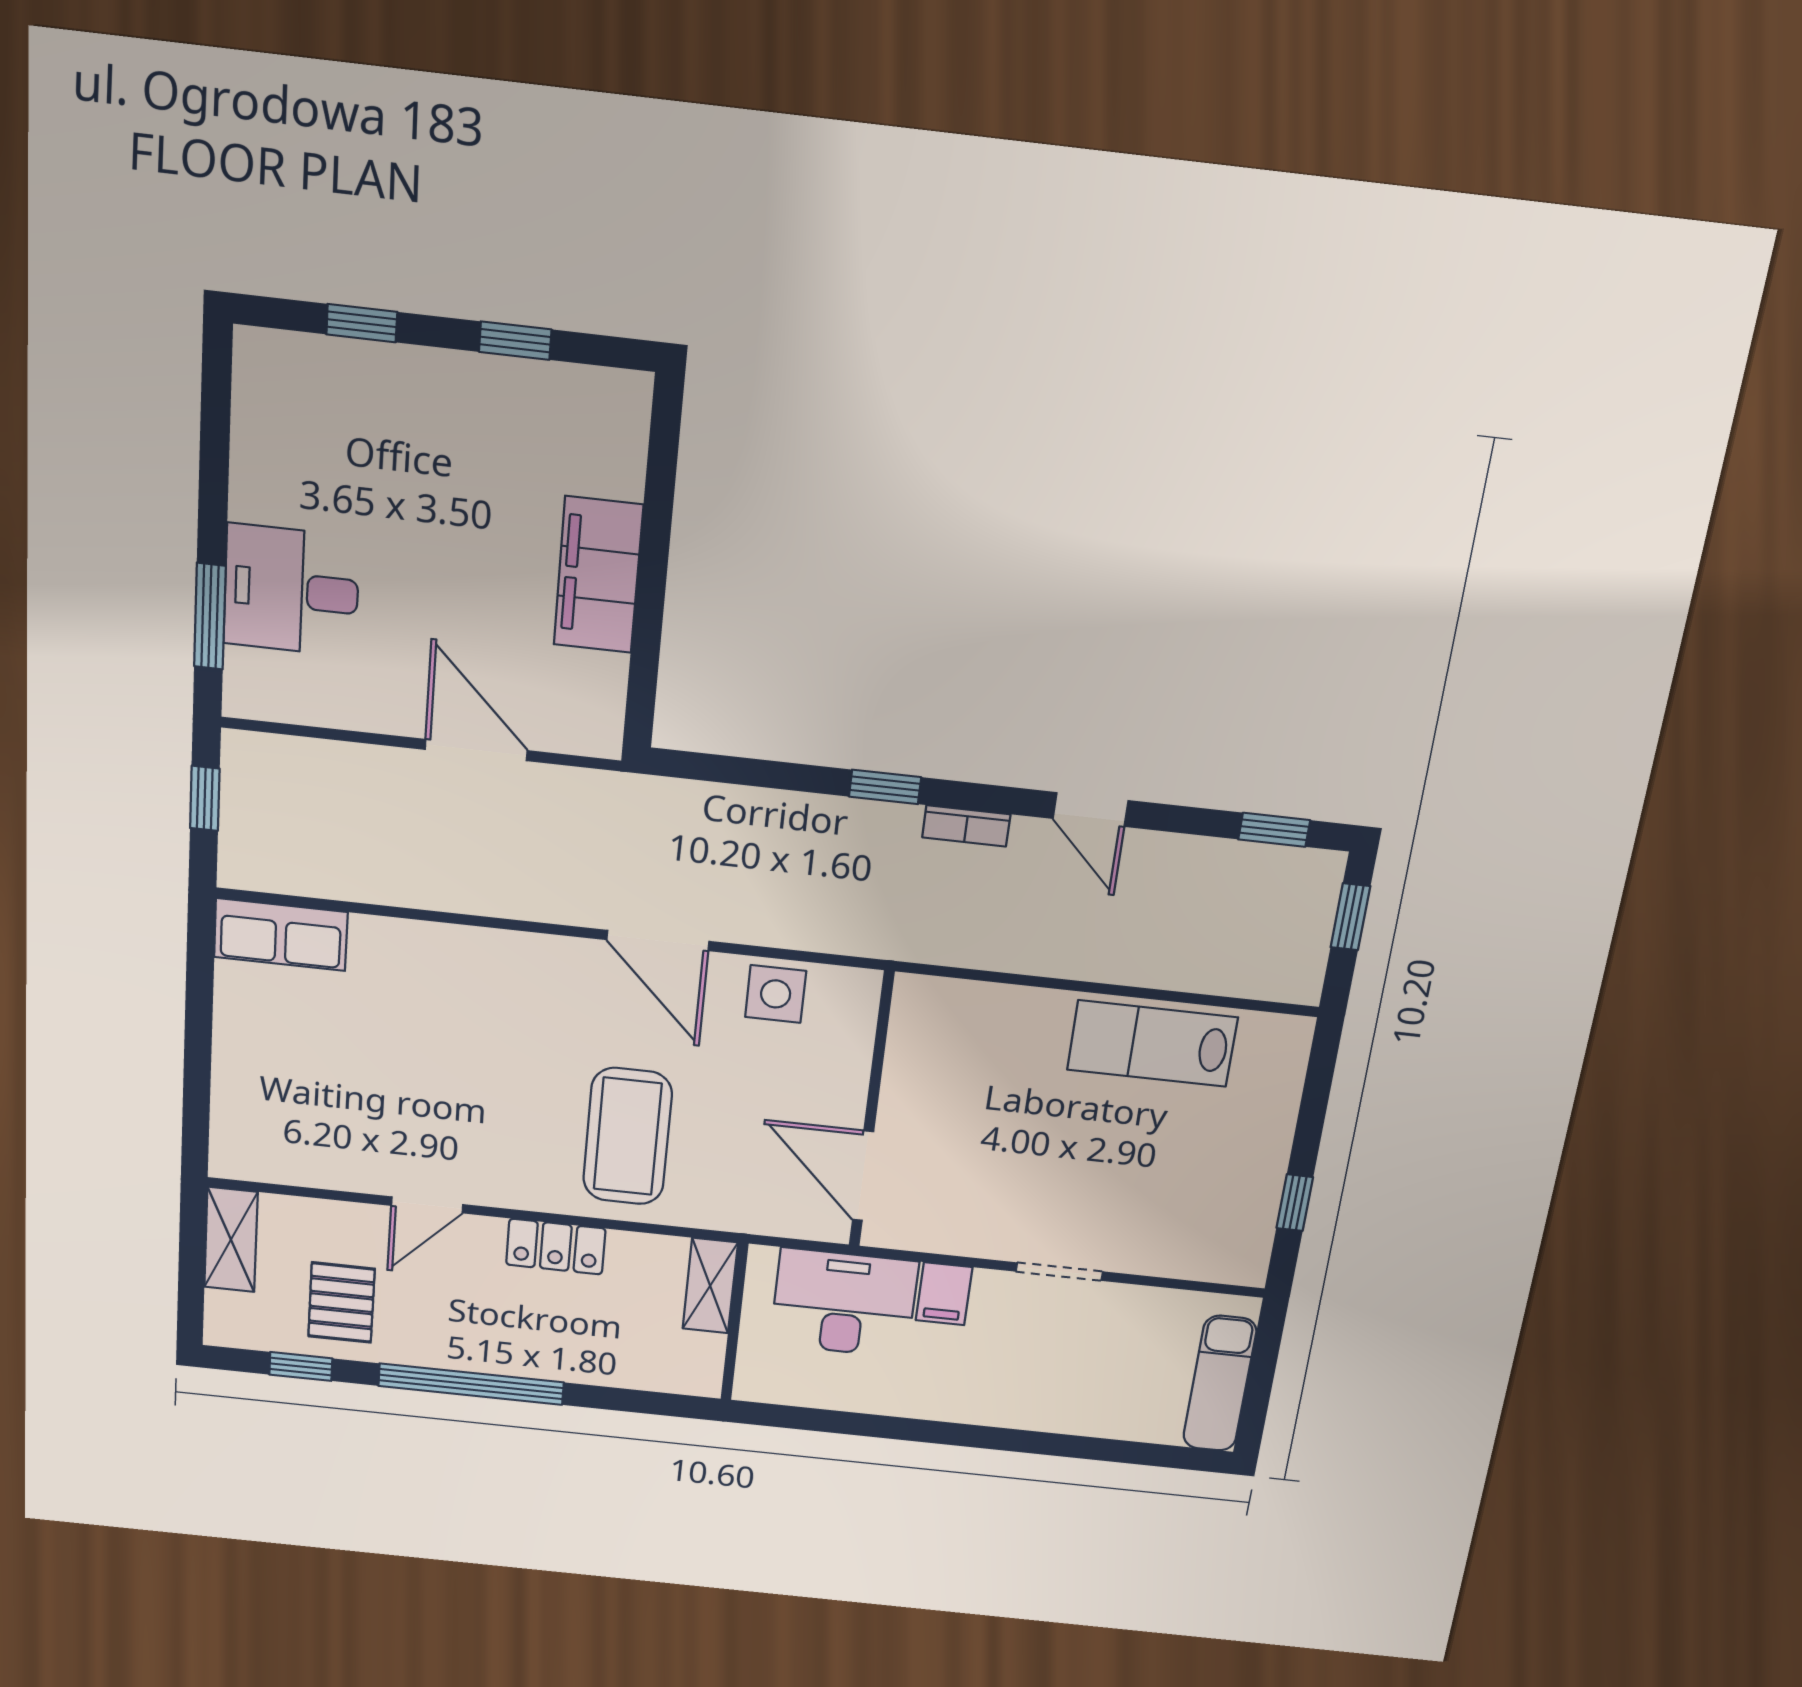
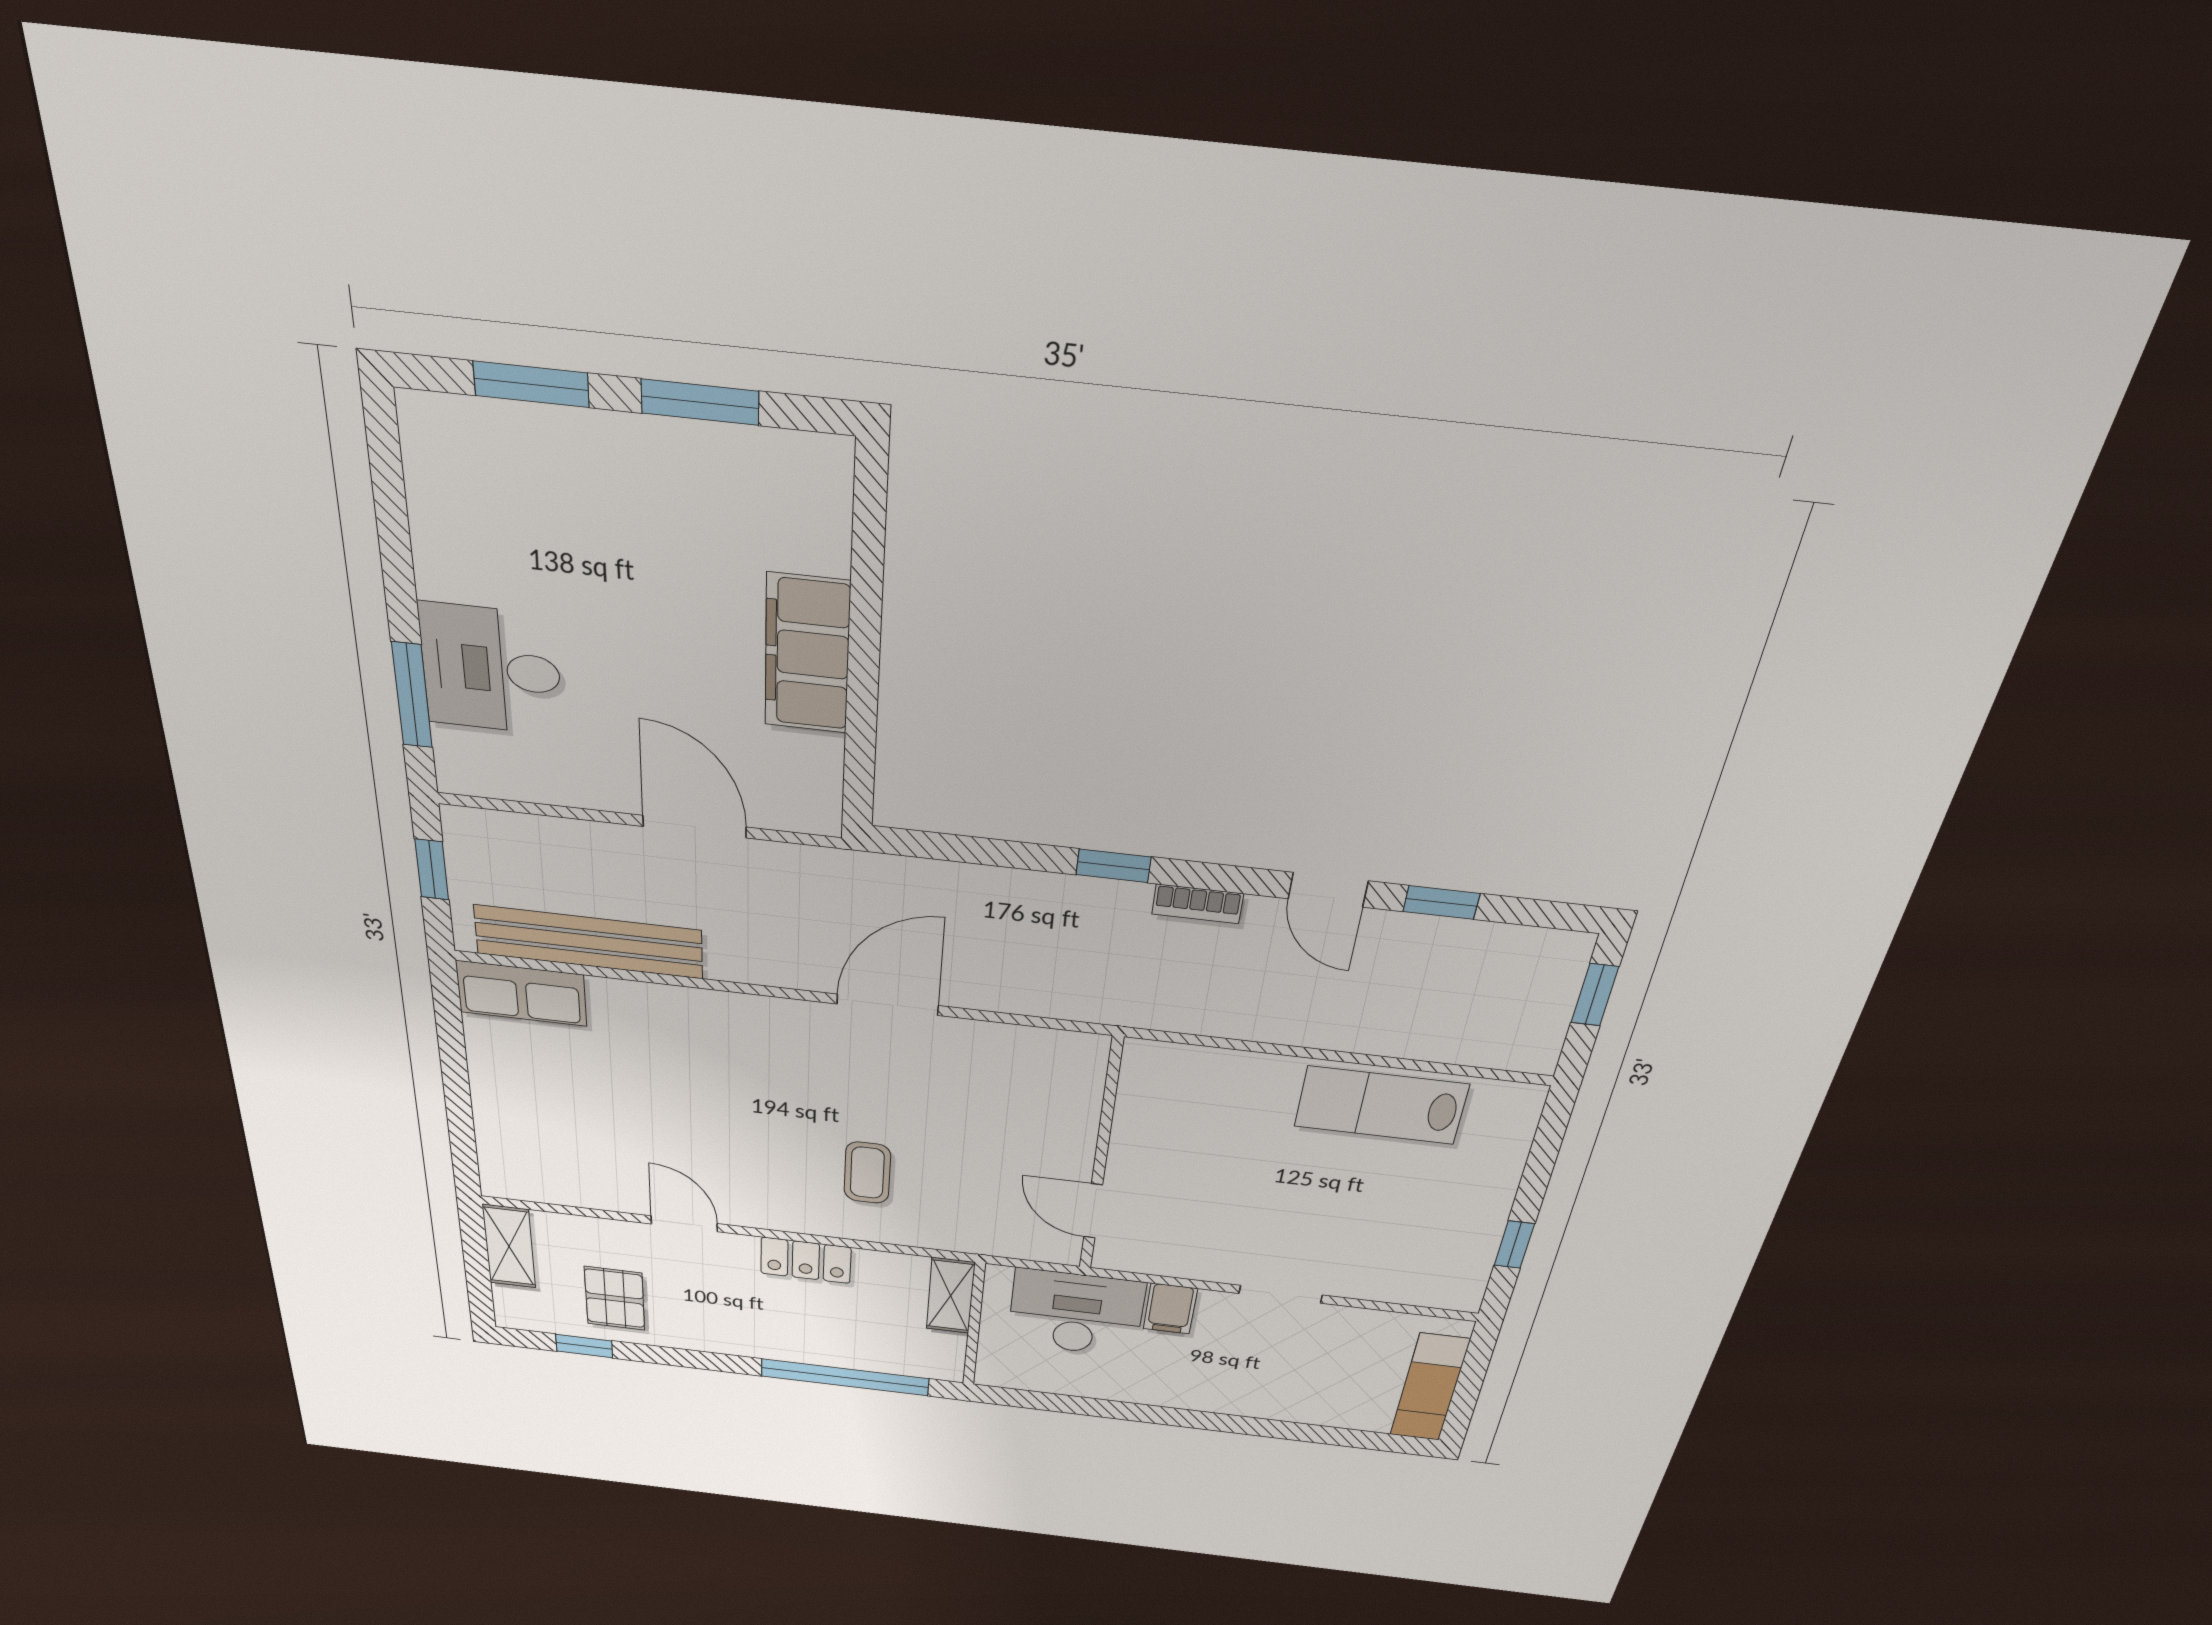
window: (362, 323) -> (531, 384), width x1.50
window: (515, 341) -> (700, 402), width x1.50
window: (1274, 830) -> (1441, 903), moved
bench: (357, 876) -> (589, 942), added
door: (658, 941) -> (888, 1005), swing flipped
side table: (776, 994) -> (1005, 1054), removed
coffee table: (628, 1136) -> (867, 1173), width x0.54, depth x0.58
door: (863, 1176) -> (1093, 1211), width x0.73
door: (427, 1205) -> (684, 1224), swing flipped
window: (471, 1384) -> (845, 1377), moved

